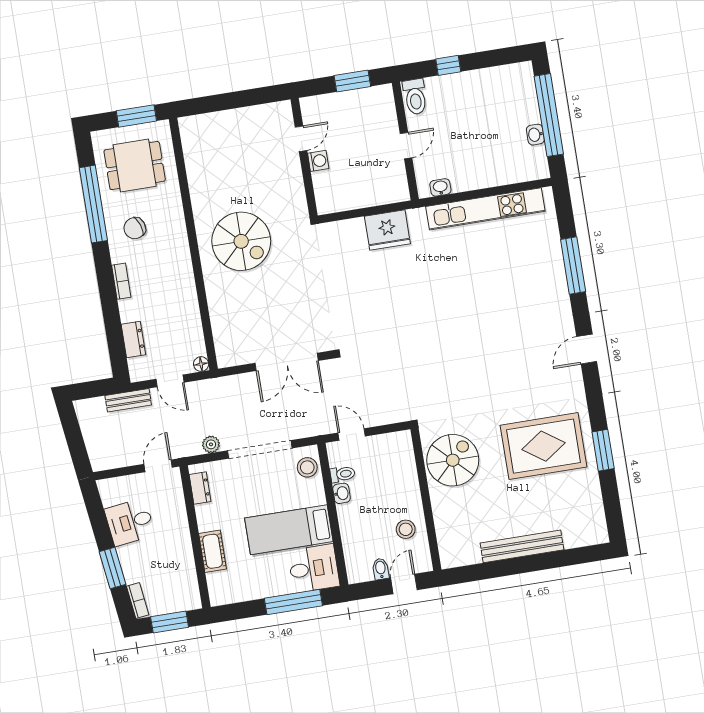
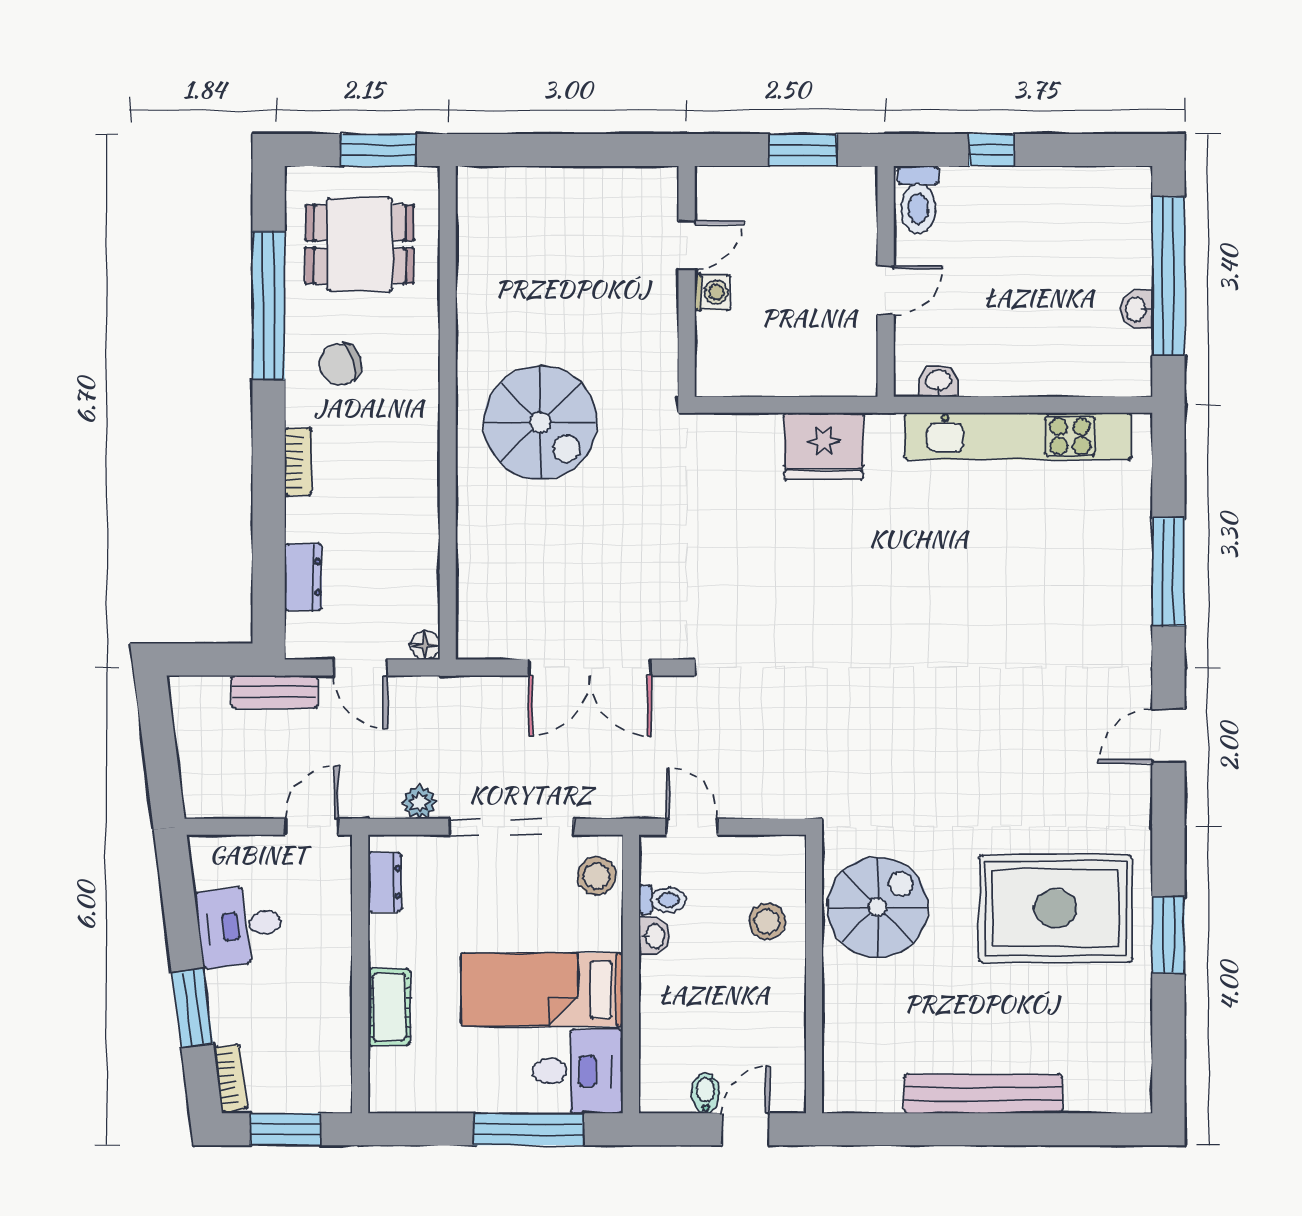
stool: (406, 529) -> (767, 922), moved

